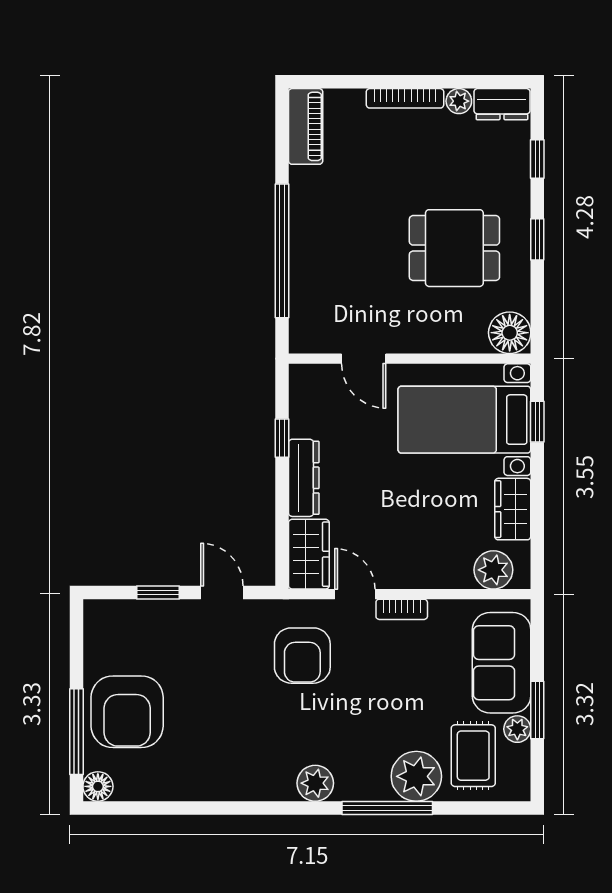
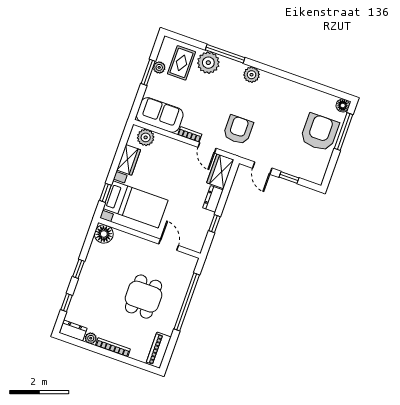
dining table: (454, 248) -> (144, 297), moved, turned 90
dresser: (304, 478) -> (213, 199), width x0.70
sofa: (502, 663) -> (160, 115), moved, turned -90

